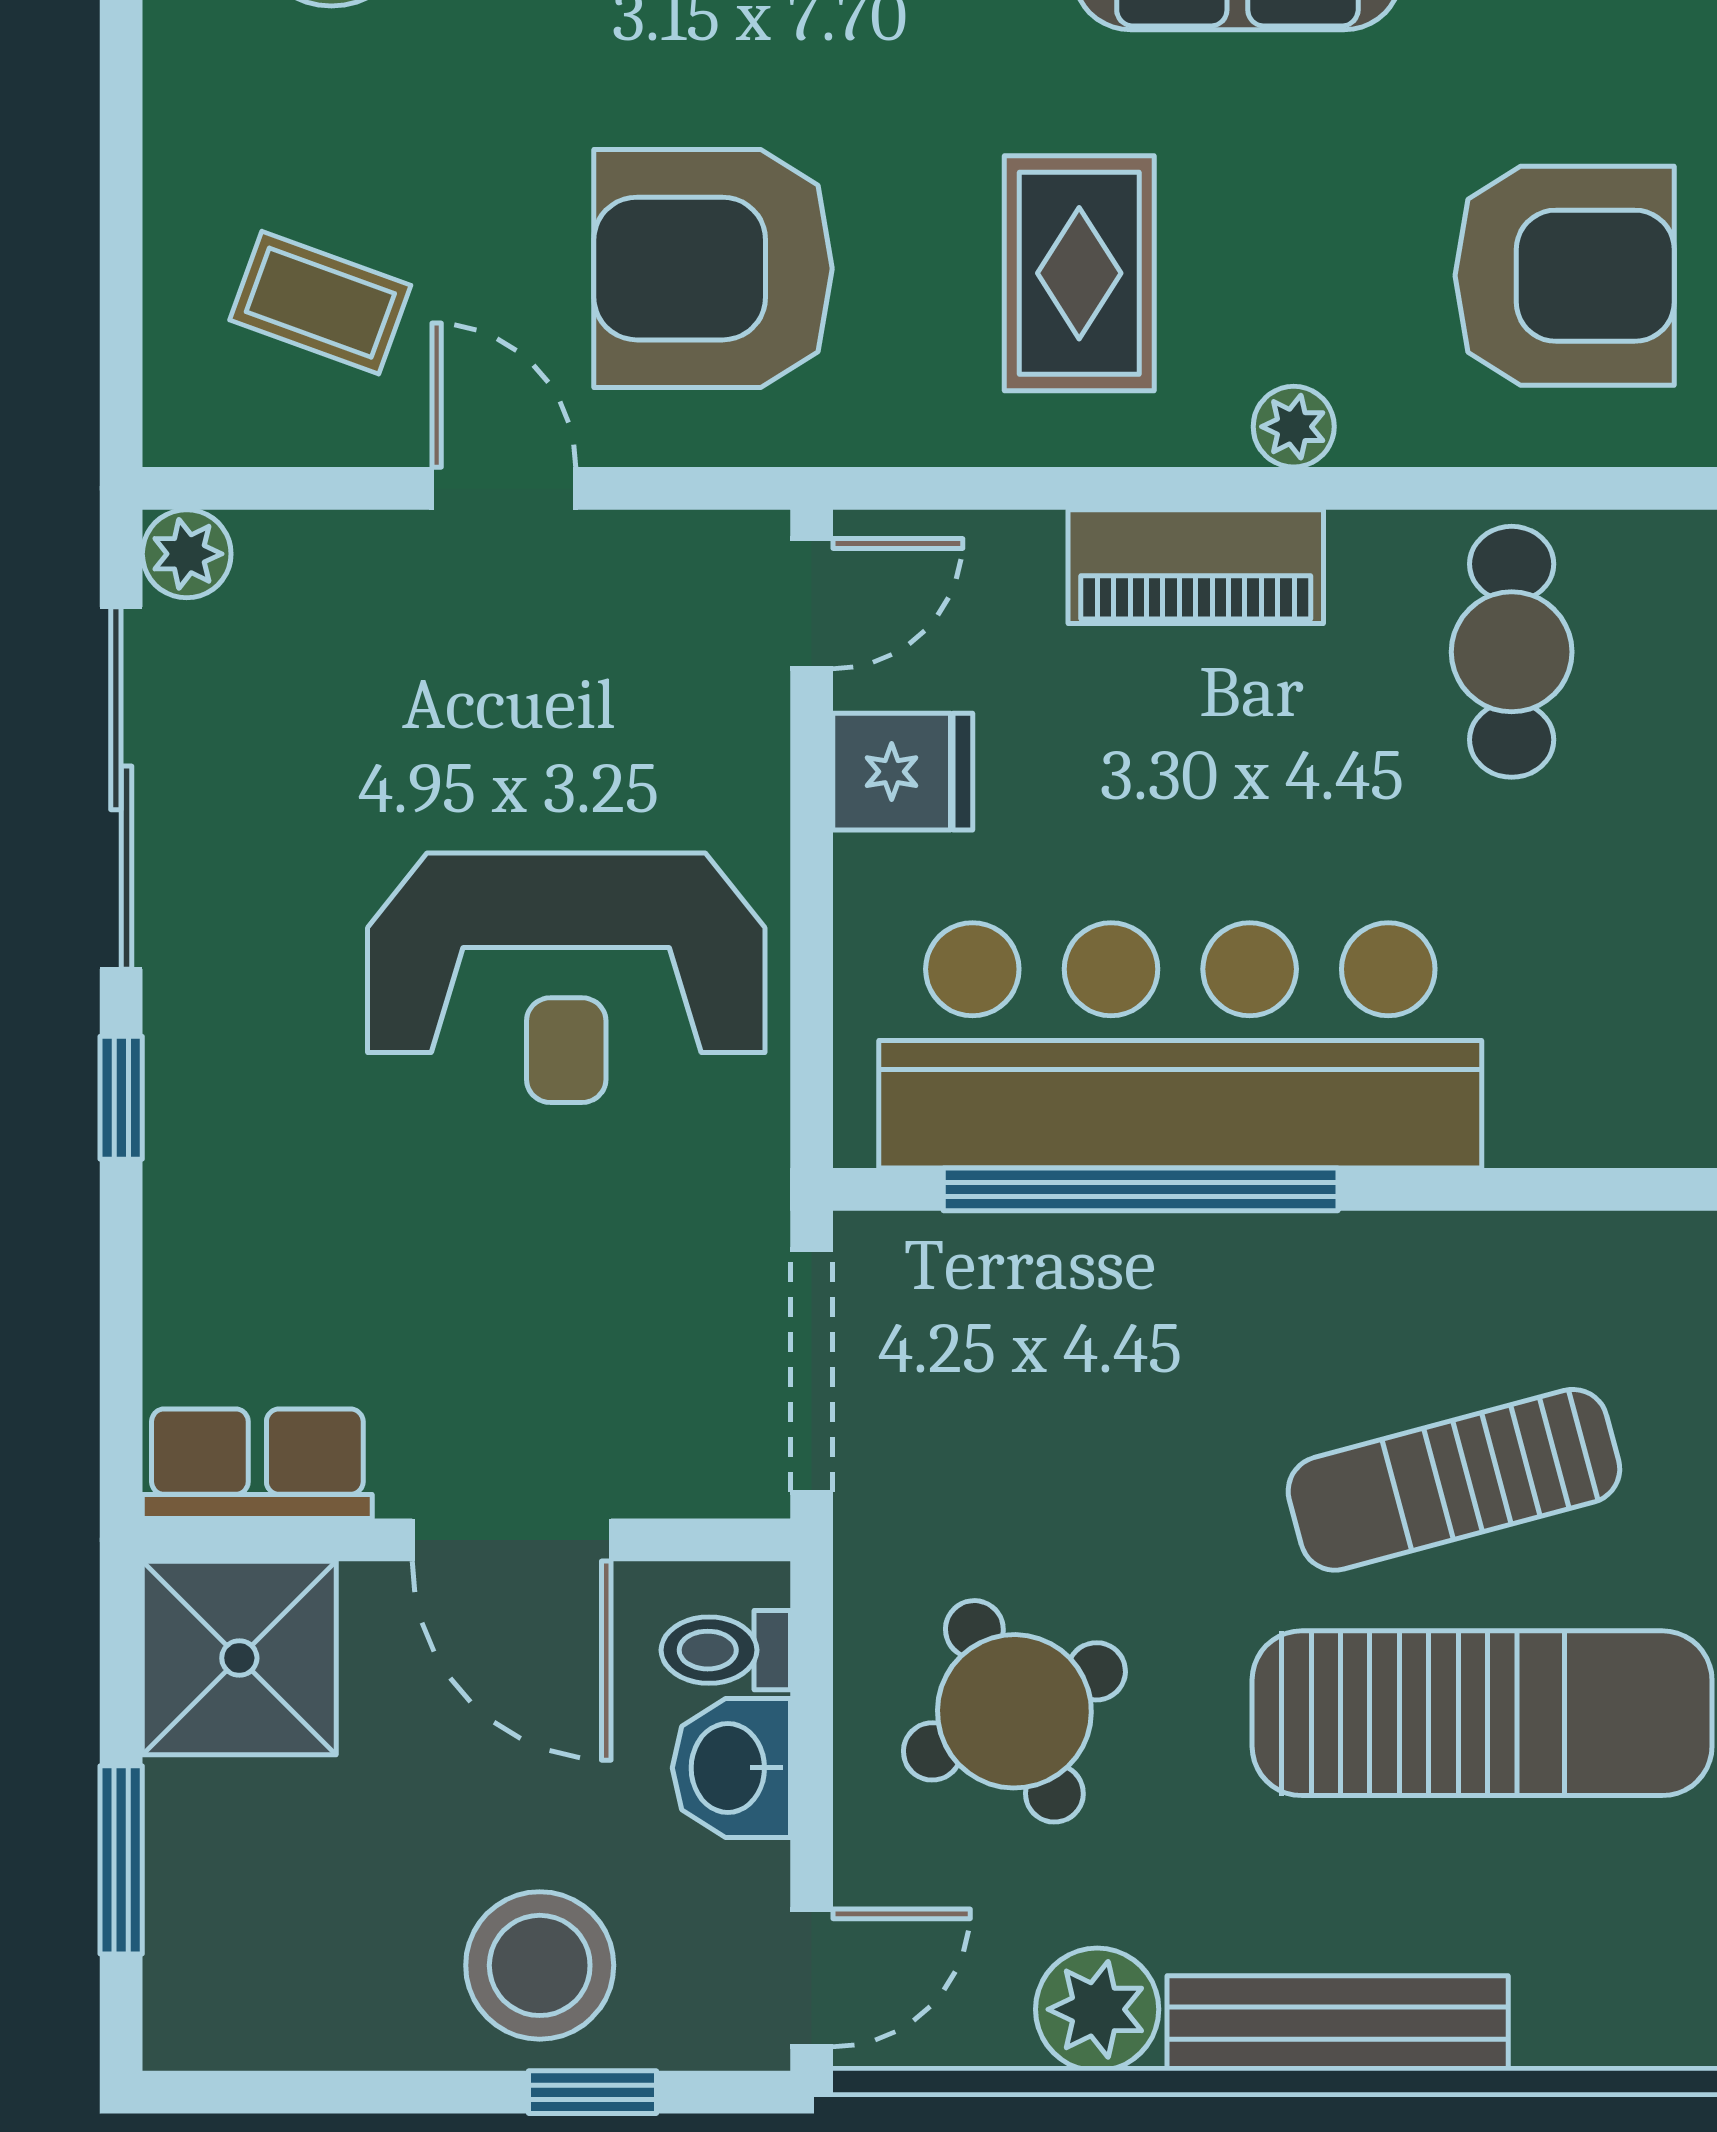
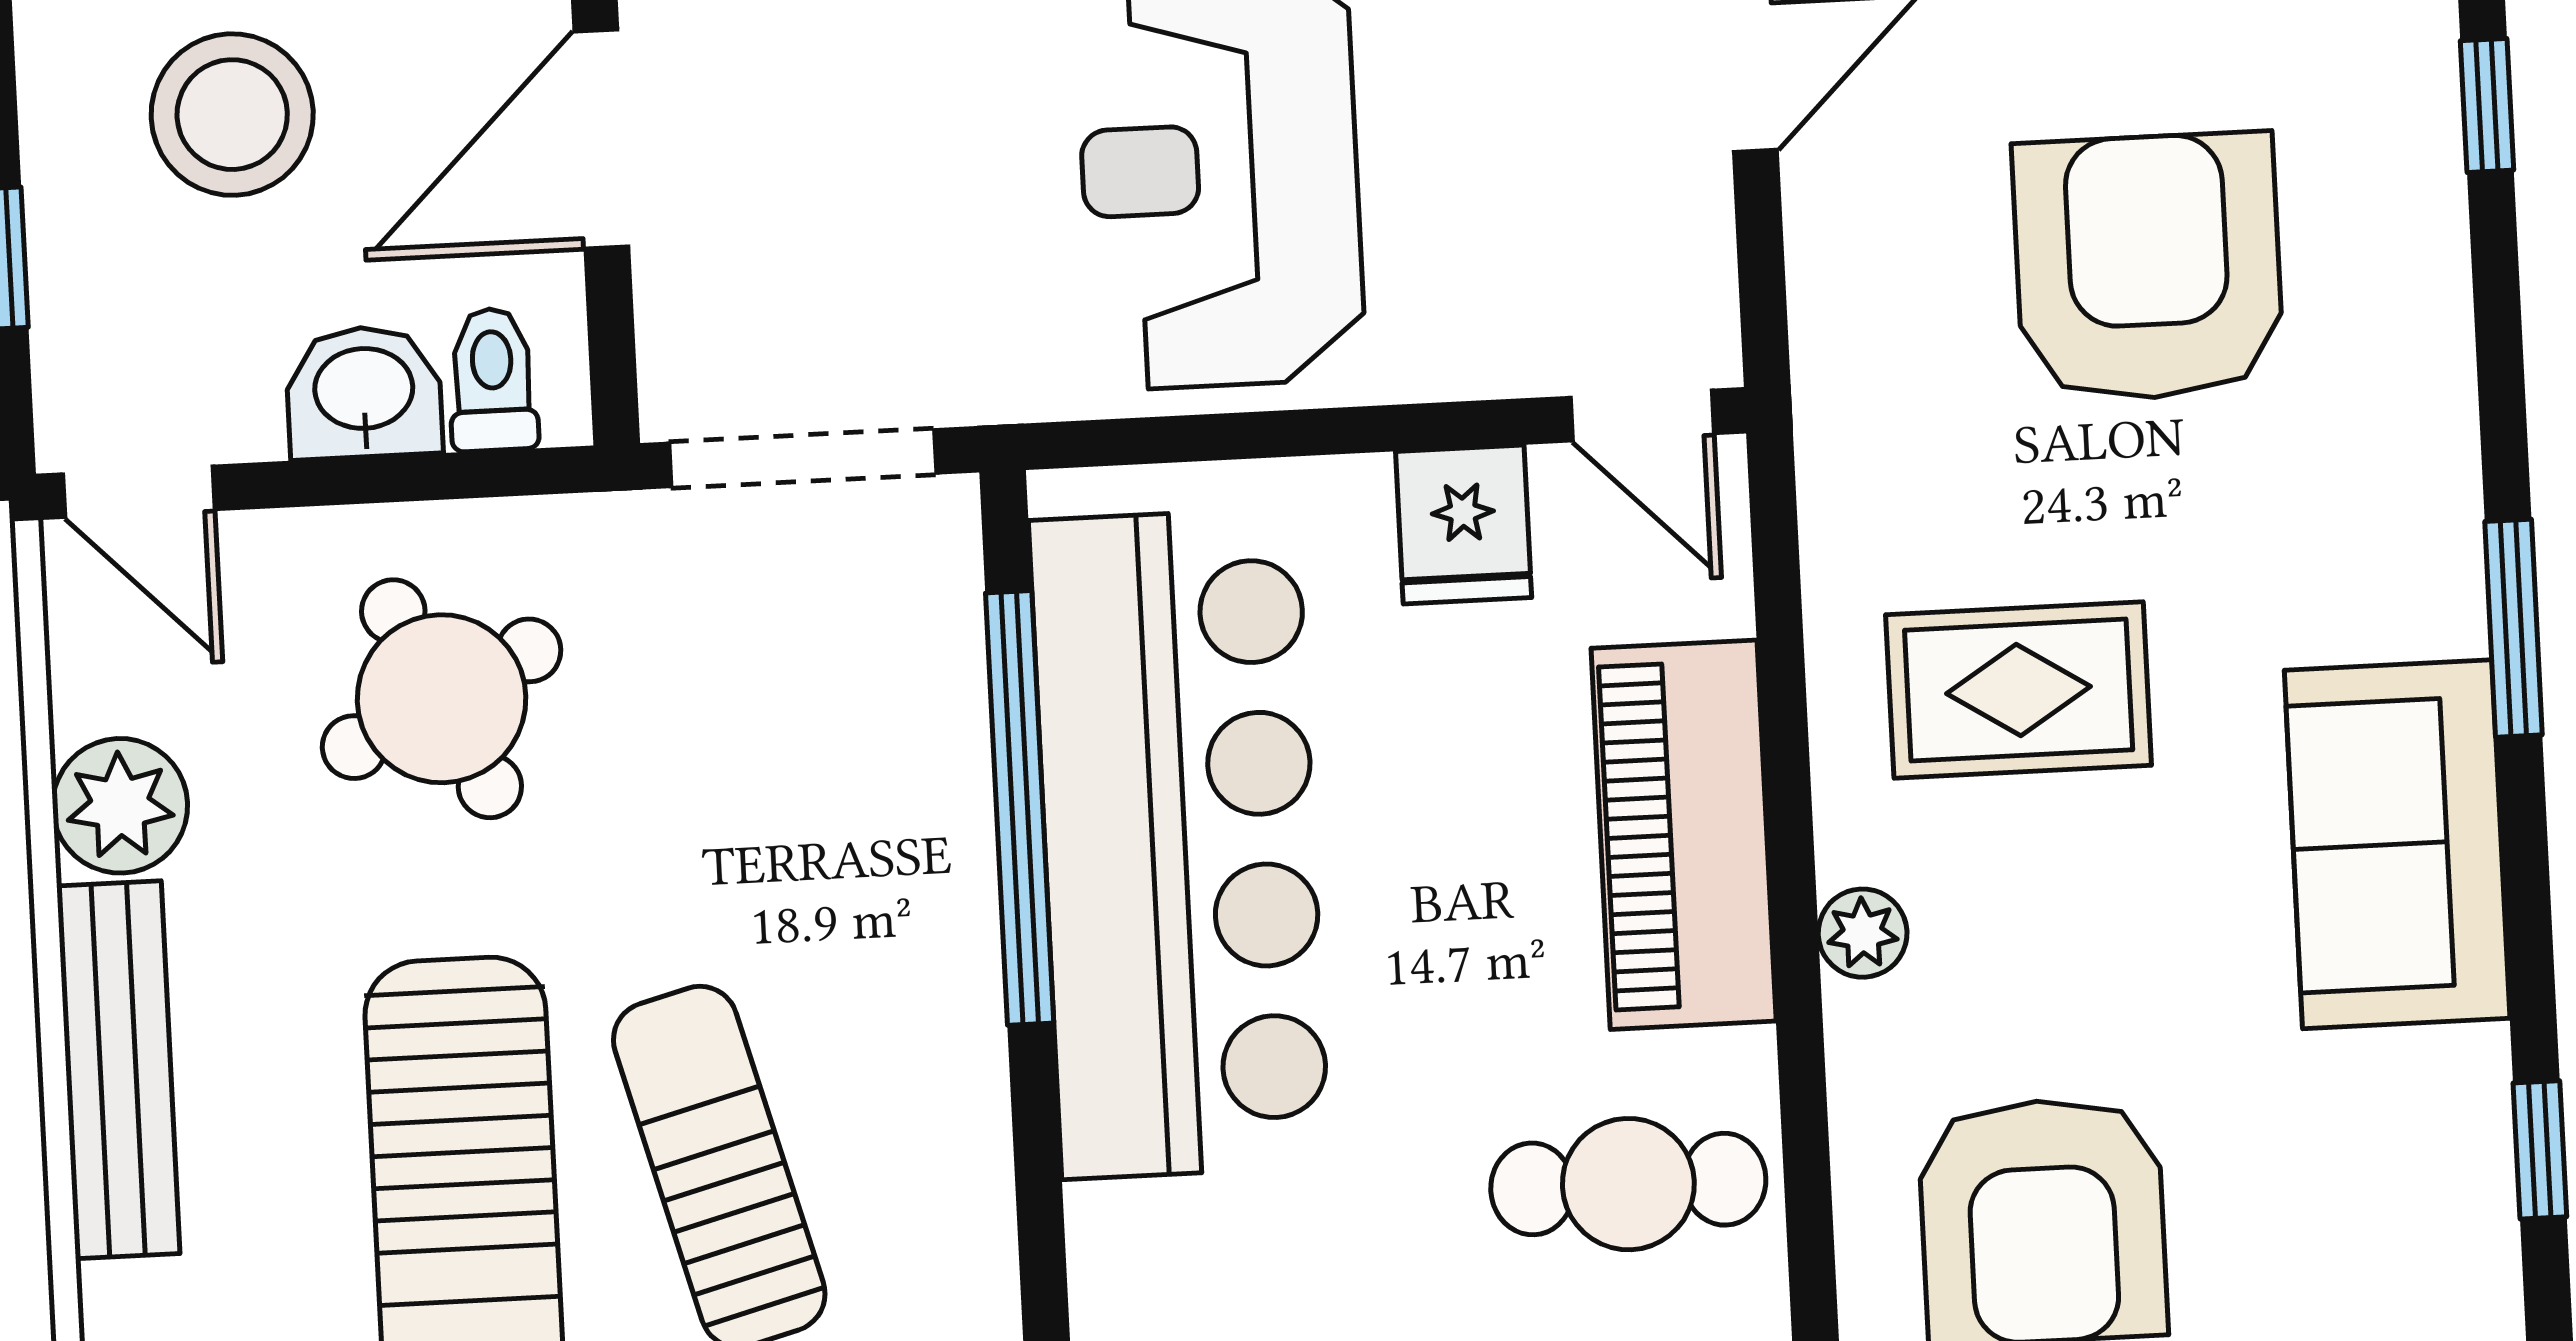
armchair: (713, 269) -> (2148, 267), moved
piano: (1196, 567) -> (1684, 835), width x1.37, depth x1.33
stool: (540, 1965) -> (232, 115), moved

